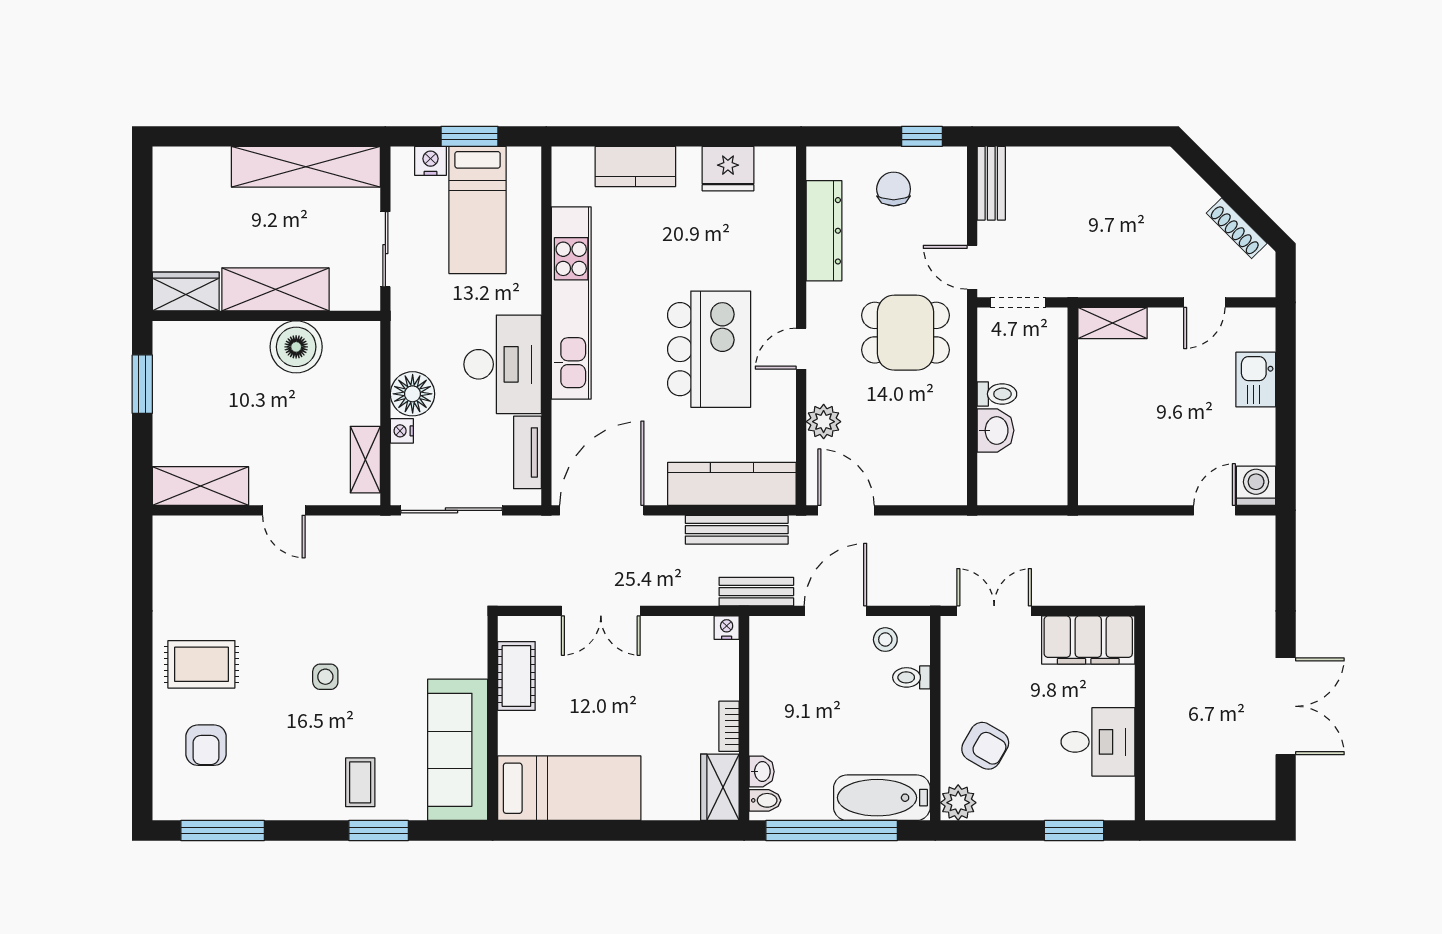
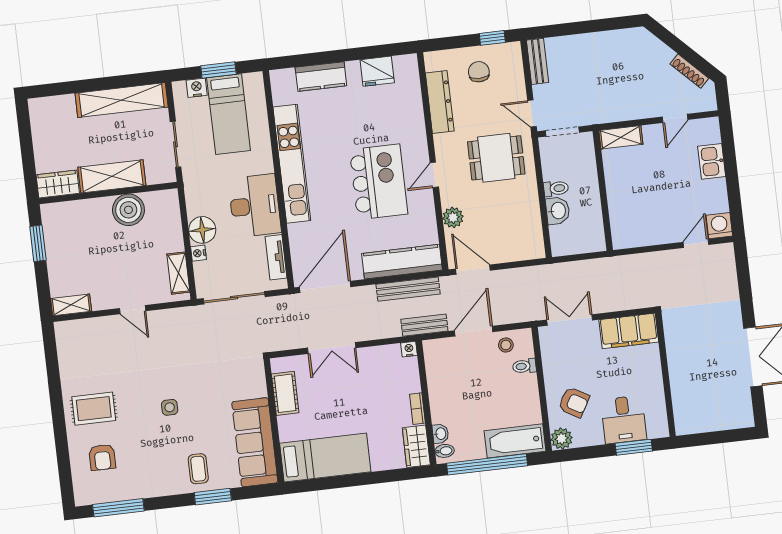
shelving: (200, 486) -> (71, 305), width x0.67, depth x0.75
desk: (1098, 742) -> (624, 420), moved, turned 90

